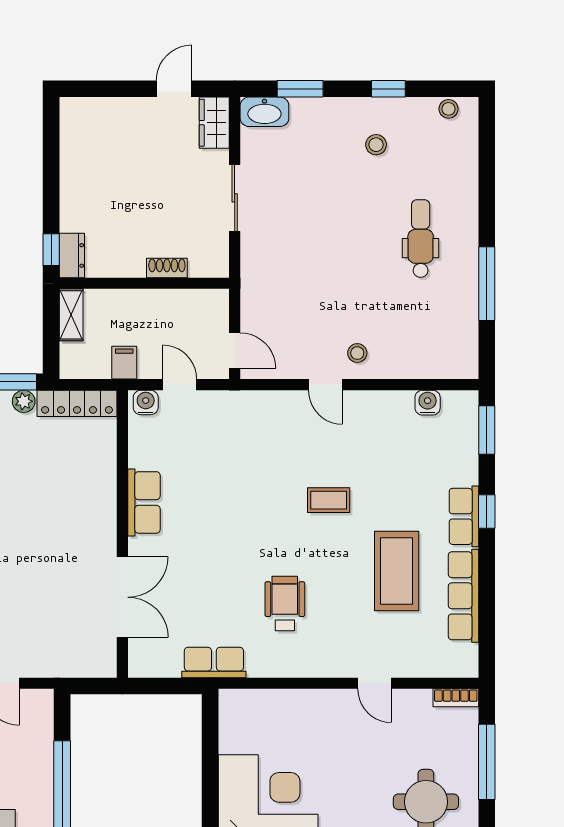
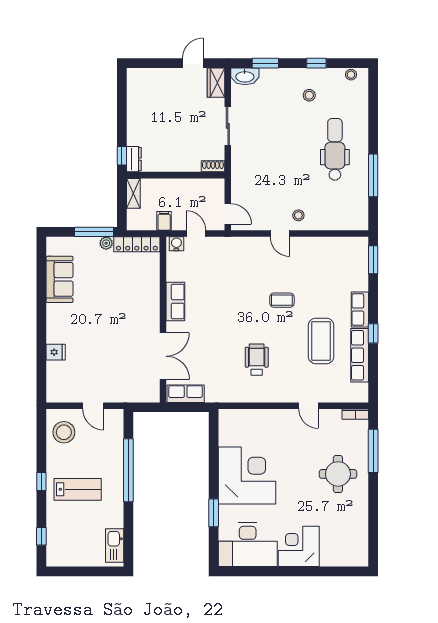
dental chair: (421, 238) -> (335, 149), width x1.36, depth x1.38
shoe rack: (167, 268) -> (213, 166), moved
water cooler: (428, 403) -> (339, 244), removed
window: (487, 511) -> (373, 333), moved
row of seats: (214, 662) -> (186, 394), moved

